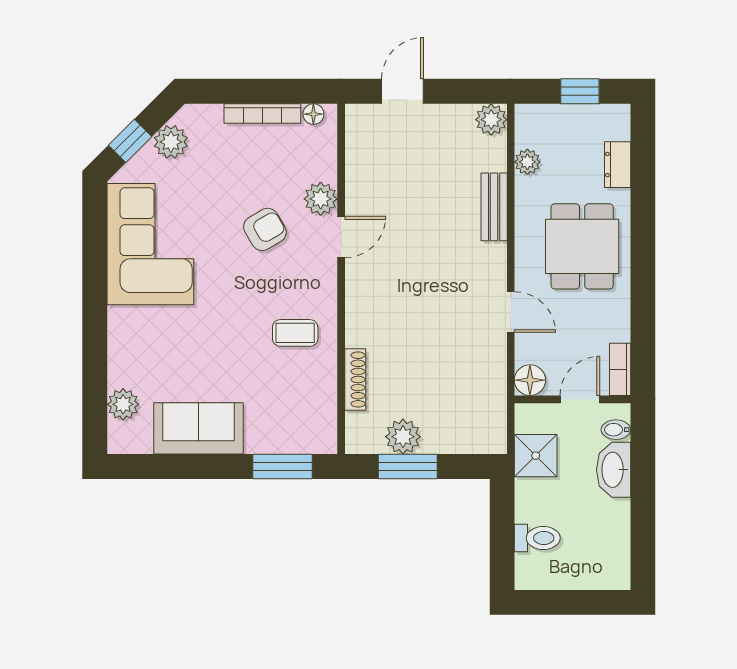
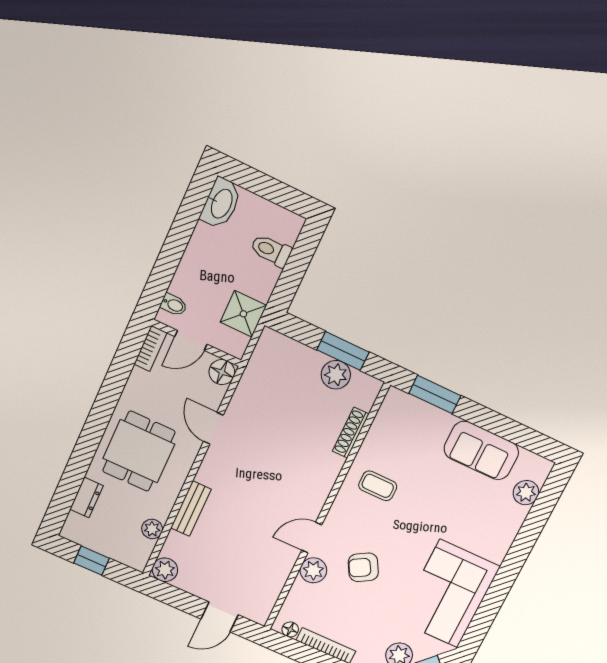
washbasin: (614, 470) -> (221, 203), moved

